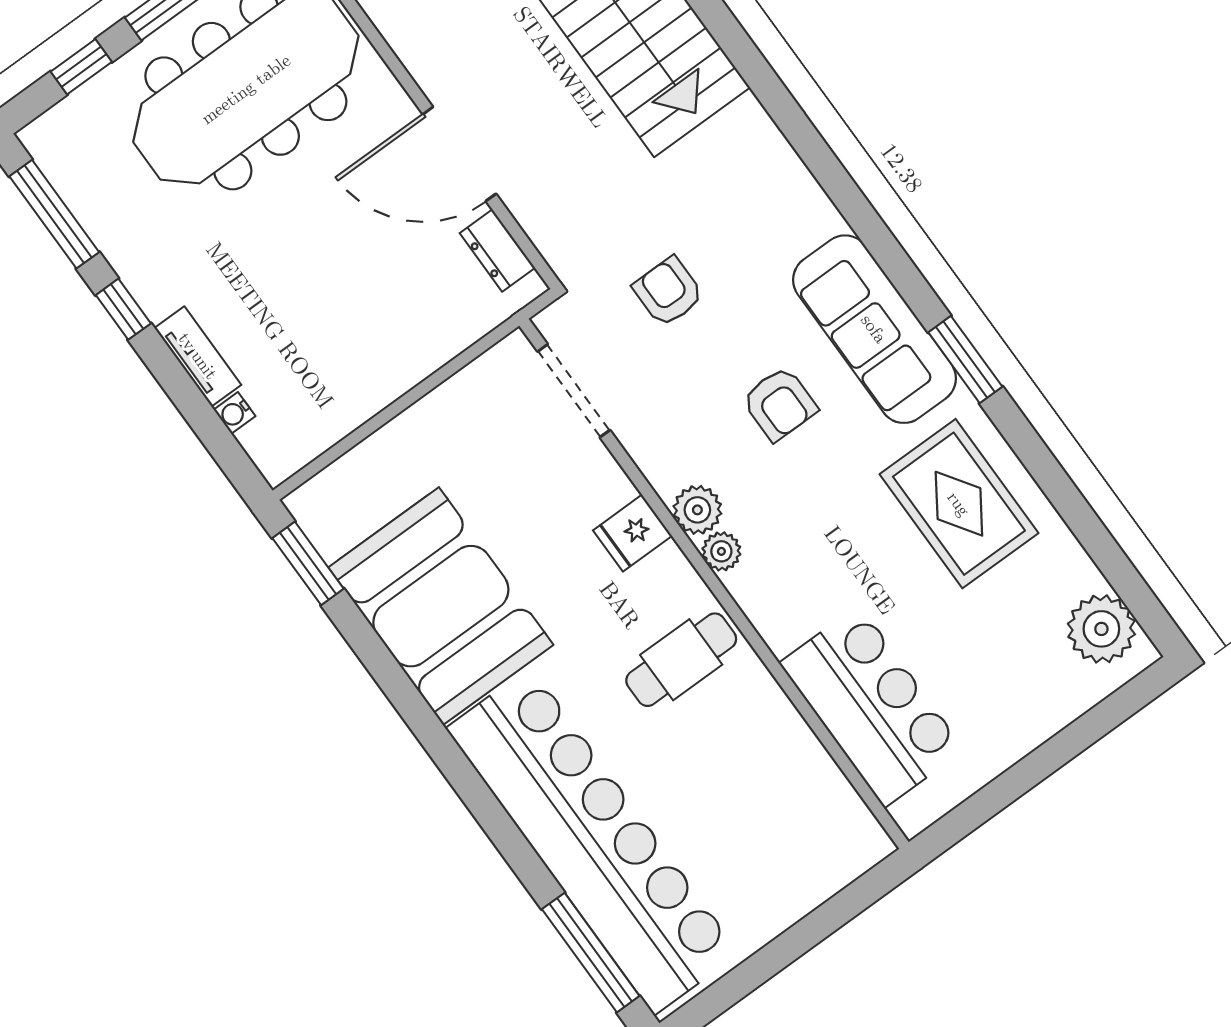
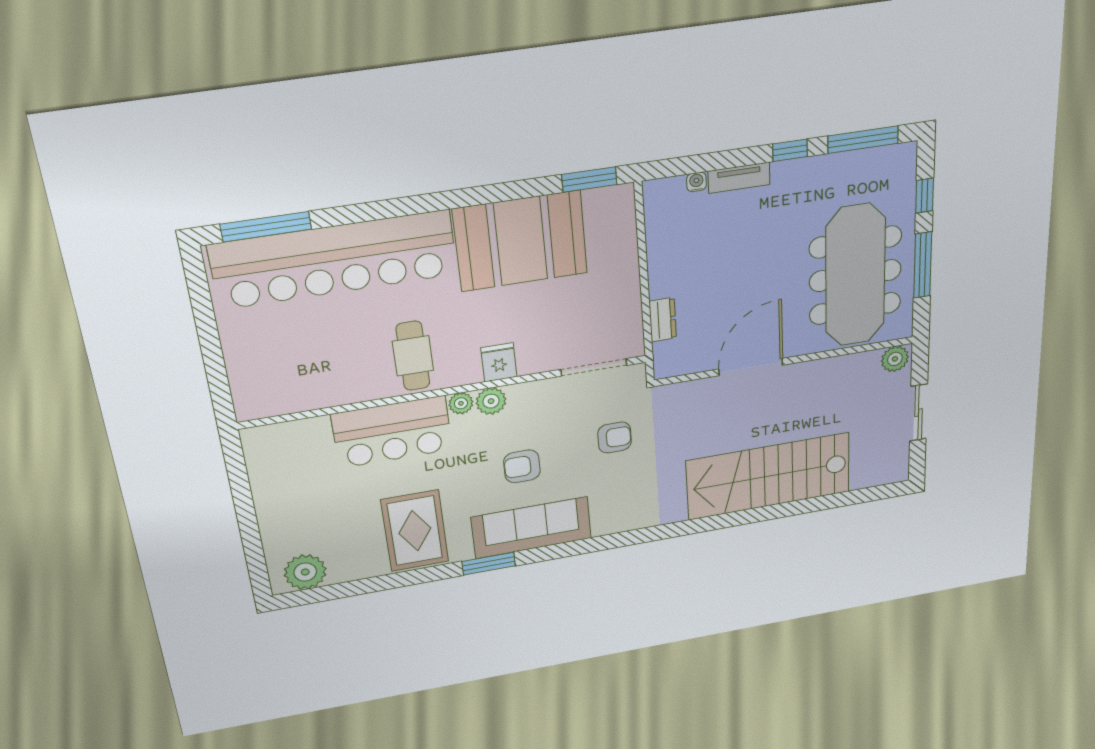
dresser: (497, 250) -> (663, 320), moved, turned 90
rug: (959, 504) -> (415, 531), turned 90
bar counter: (872, 706) -> (392, 432), moved

